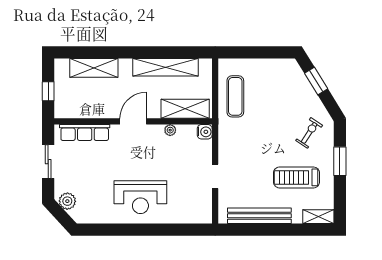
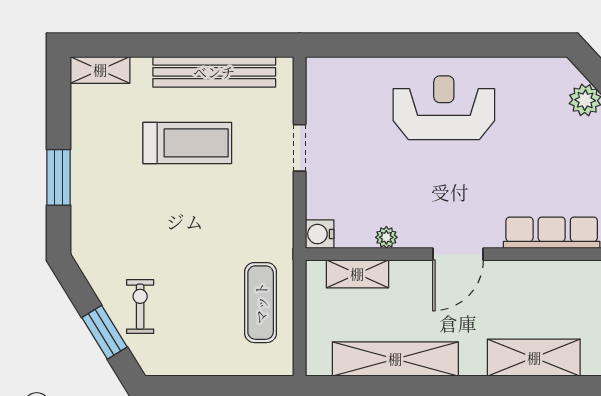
shelving: (185, 109) -> (357, 274), width x0.67, depth x0.75
exercise bike: (309, 133) -> (140, 307), moved, turned 147
treadmill: (296, 177) -> (187, 143), moved

